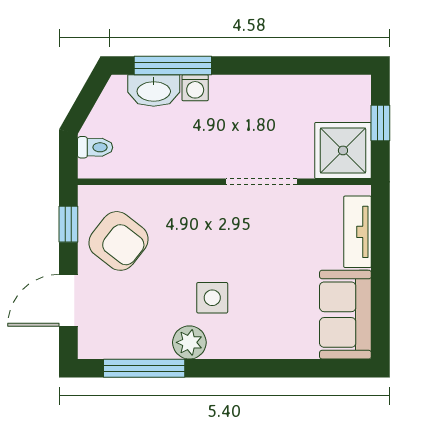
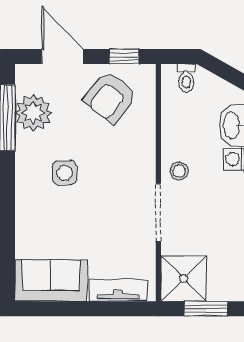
window: (380, 123) -> (206, 309), width x1.50
stool: (210, 156) -> (179, 171), added
plant: (189, 342) -> (33, 113), moved, width x1.36, depth x1.36

